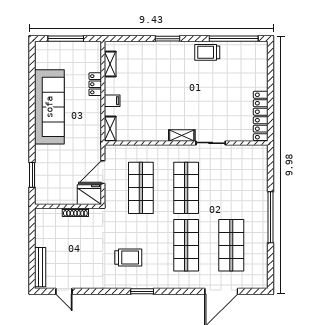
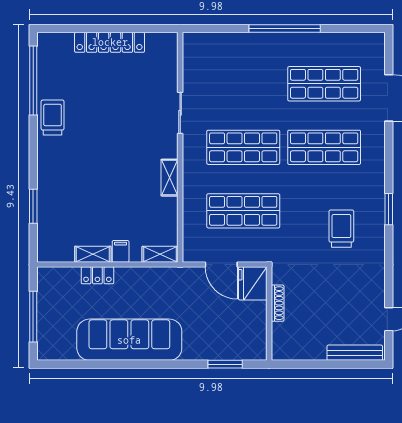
window: (167, 39) -> (33, 206), moved
trolley: (207, 52) -> (53, 117), turned 180
shelving: (110, 64) -> (93, 254), moved
locker: (261, 116) -> (110, 42), moved
shelving: (182, 135) -> (170, 178), moved

